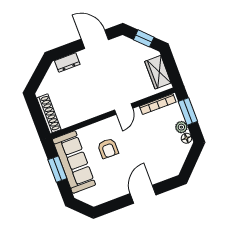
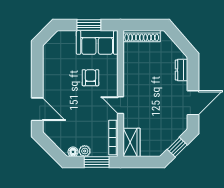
wardrobe: (158, 72) -> (131, 142), moved, turned 90
armchair: (108, 148) -> (90, 78), turned 90
sofa: (74, 162) -> (97, 42), width x0.73
door: (143, 194) -> (37, 109), moved

